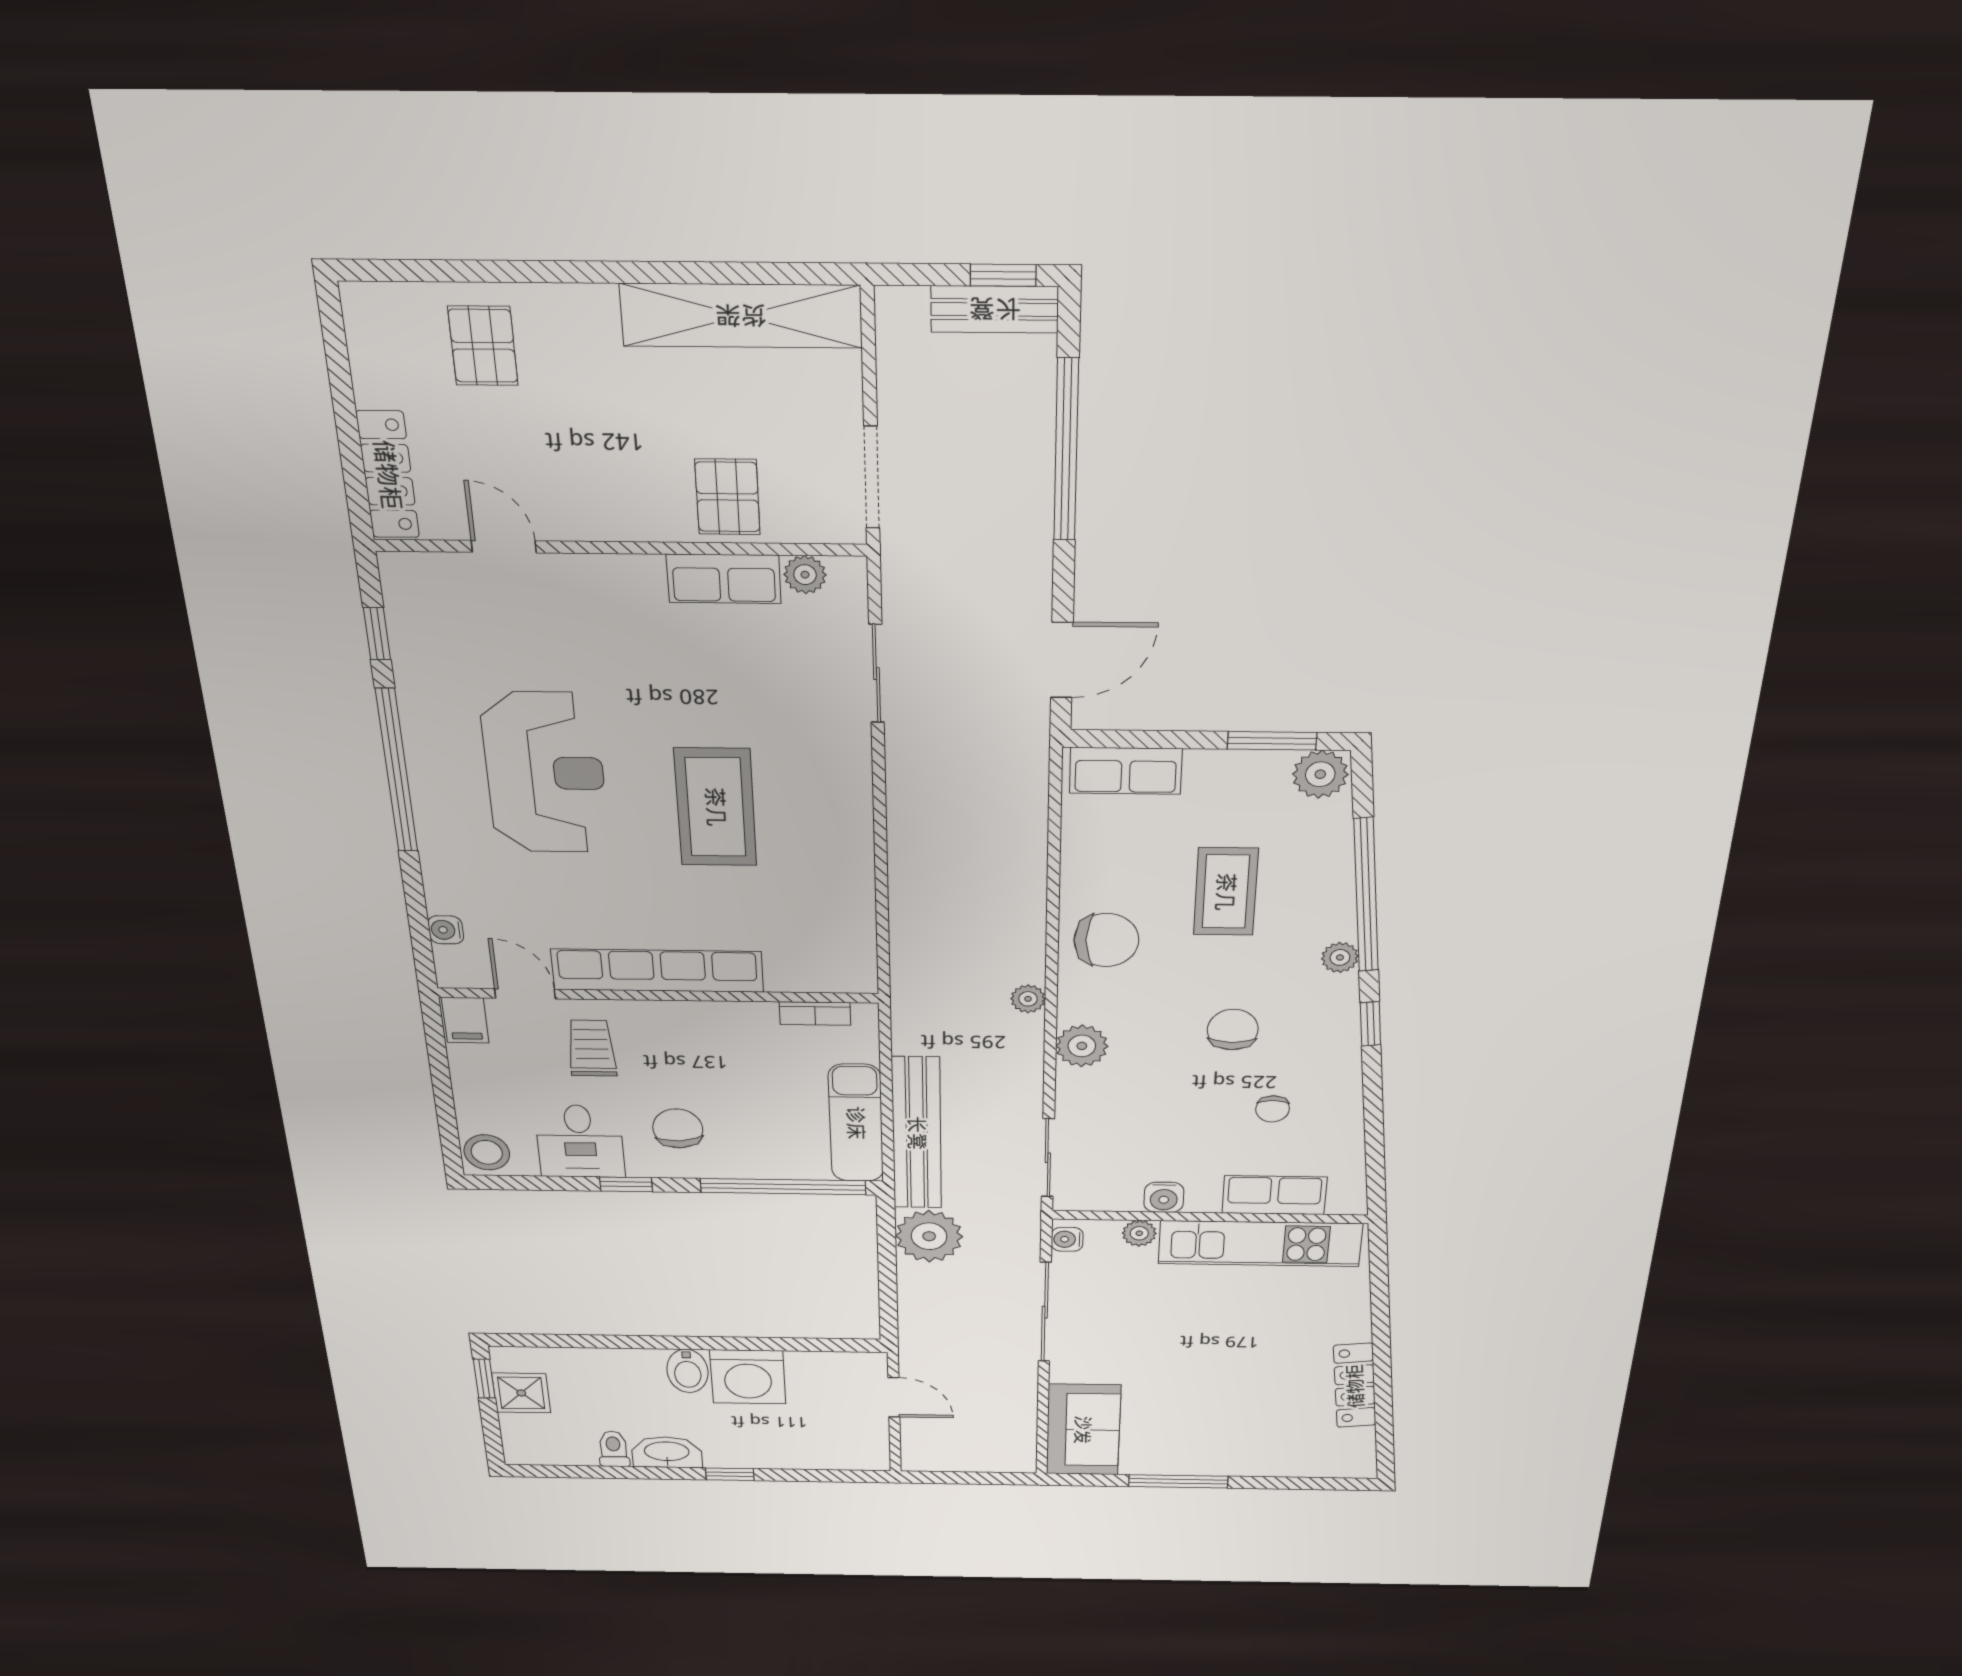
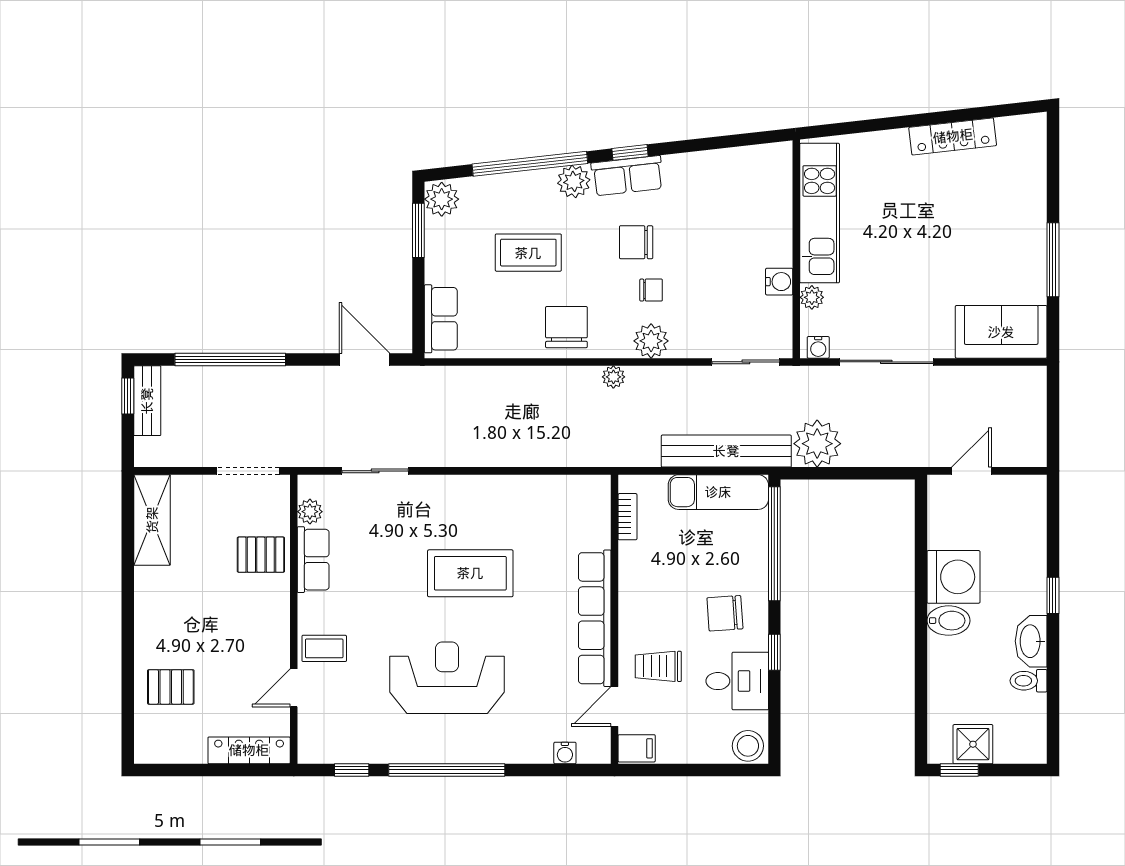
shelving: (741, 316) -> (152, 520), width x0.68
coffee table: (575, 594) -> (324, 648), added
plant: (1340, 957) -> (574, 181), width x1.38, depth x1.38
chair: (1273, 1109) -> (651, 290), moved
row of seats: (1274, 1195) -> (627, 176), moved, turned -96

